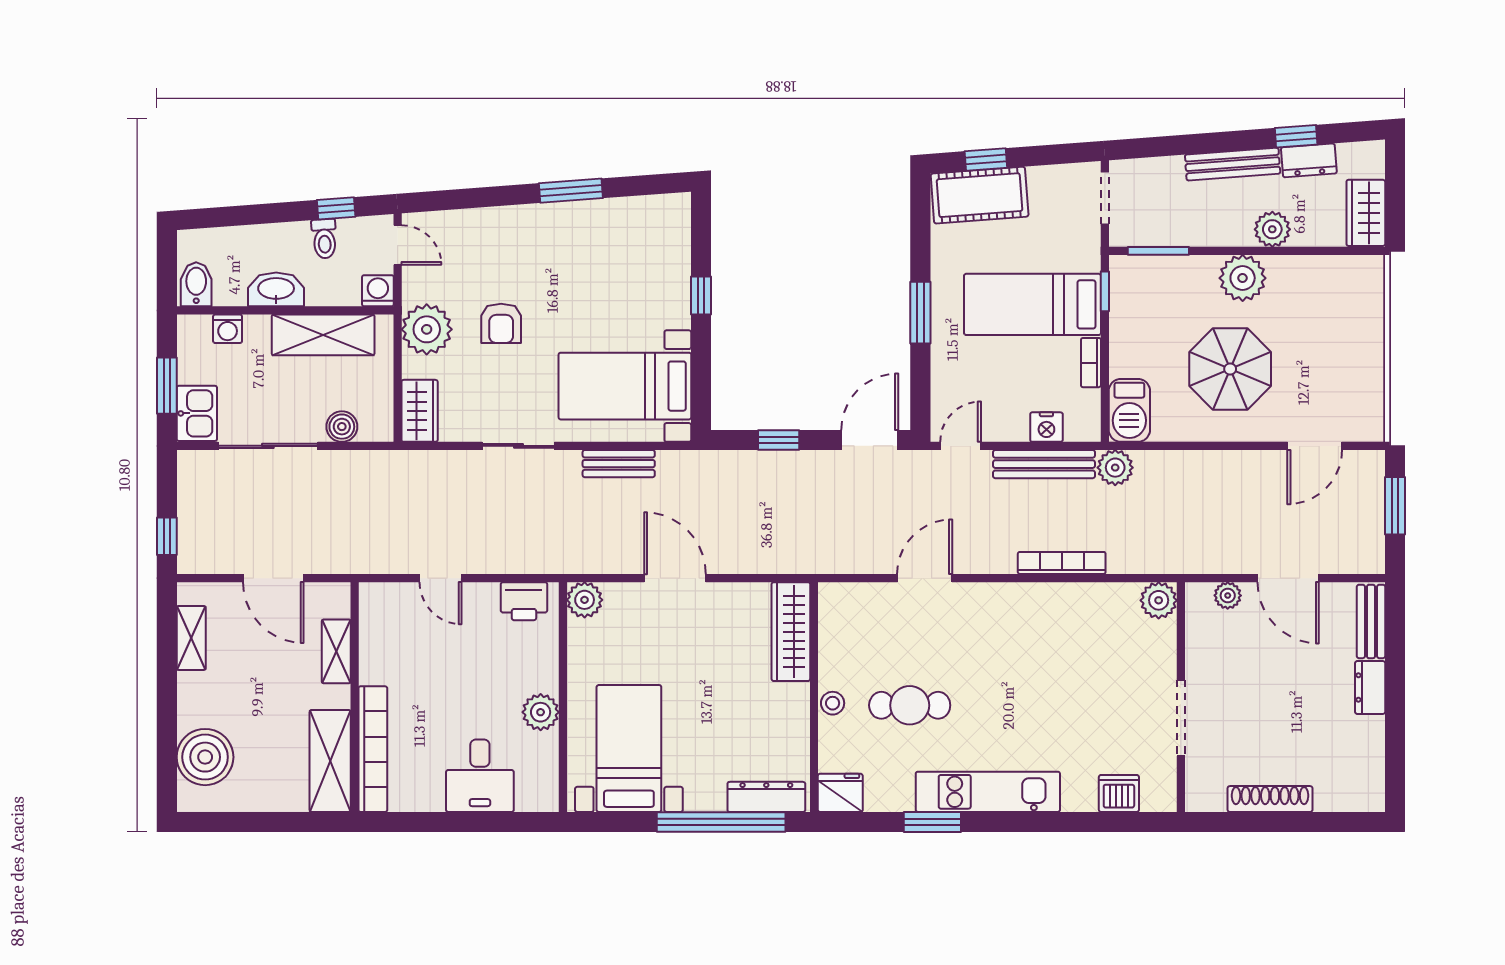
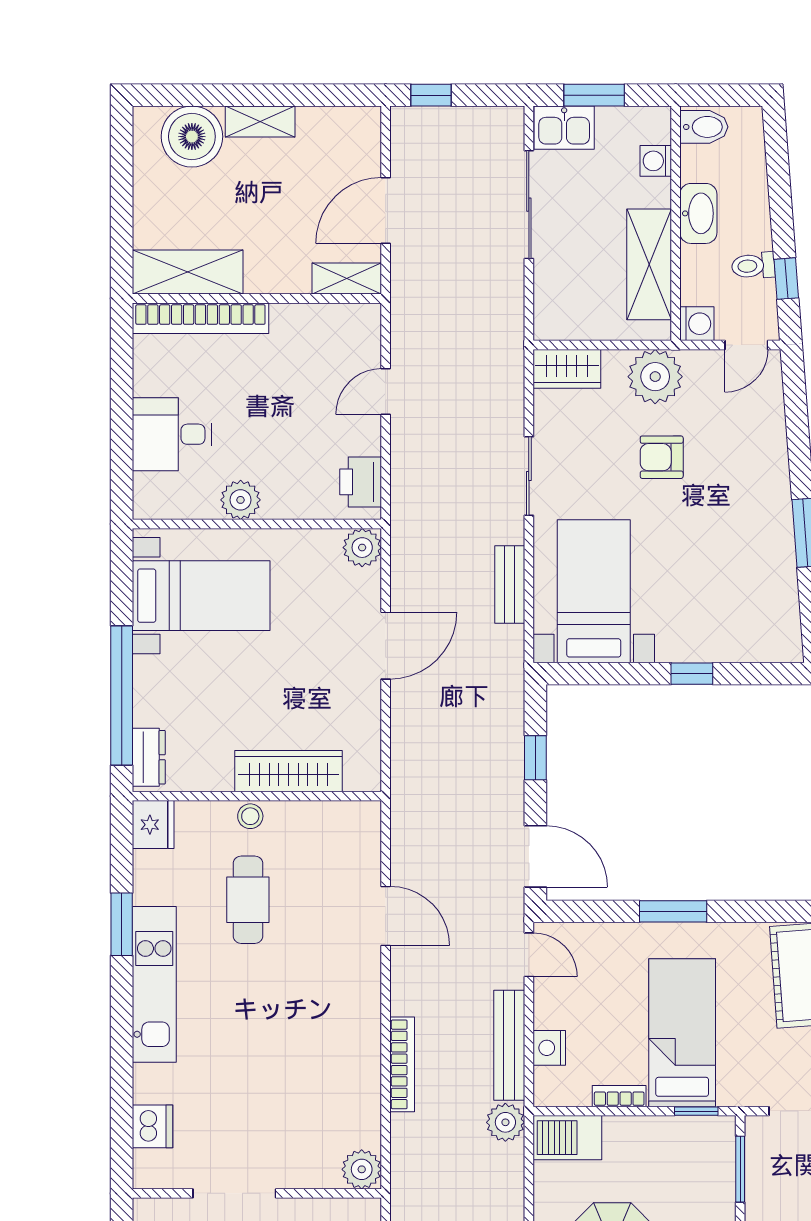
boiler: (342, 427) -> (550, 285), removed
wardrobe: (791, 632) -> (289, 771), moved
shelving: (191, 638) -> (260, 122), moved
shelving: (336, 651) -> (347, 279), moved
dresser: (766, 797) -> (149, 757), width x0.70

